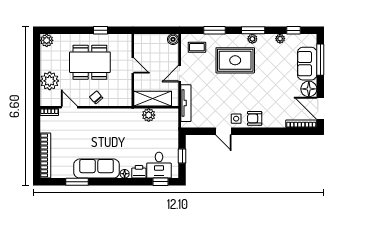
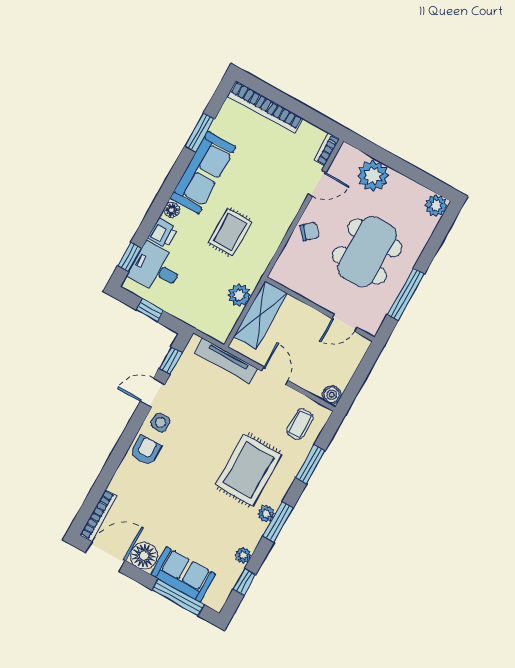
window: (101, 30) -> (406, 294), width x2.17
door: (133, 65) -> (344, 323), moved
window: (202, 131) -> (171, 360), added
rug: (119, 138) -> (230, 232), added

